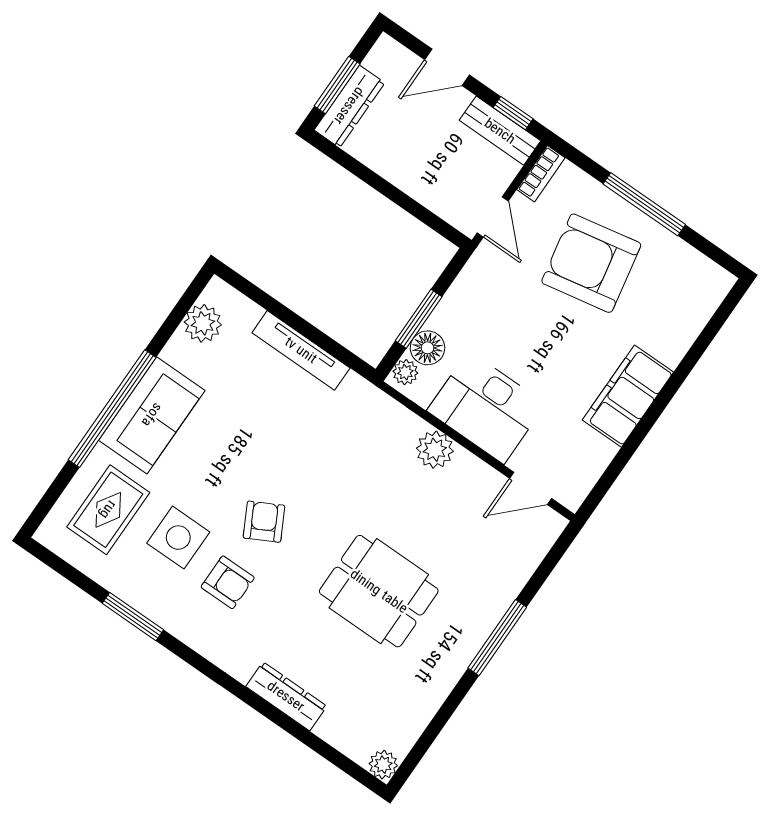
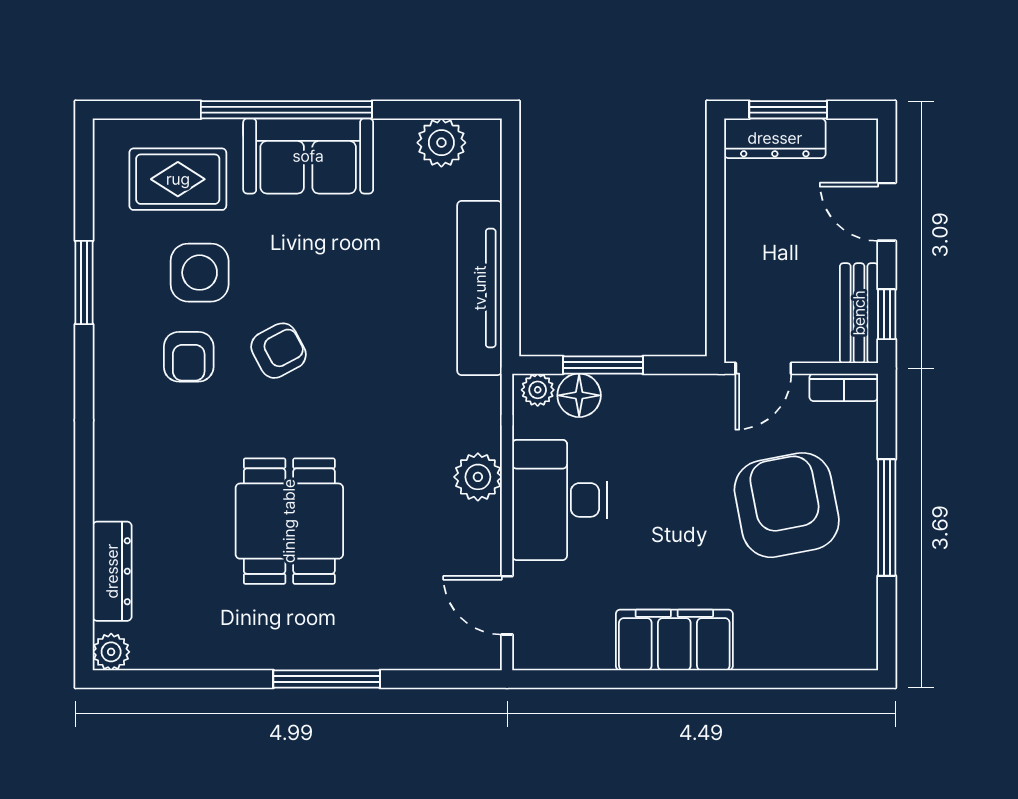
tv unit: (301, 350) -> (480, 288), width x1.36, depth x1.29
dresser: (286, 696) -> (112, 571), moved

